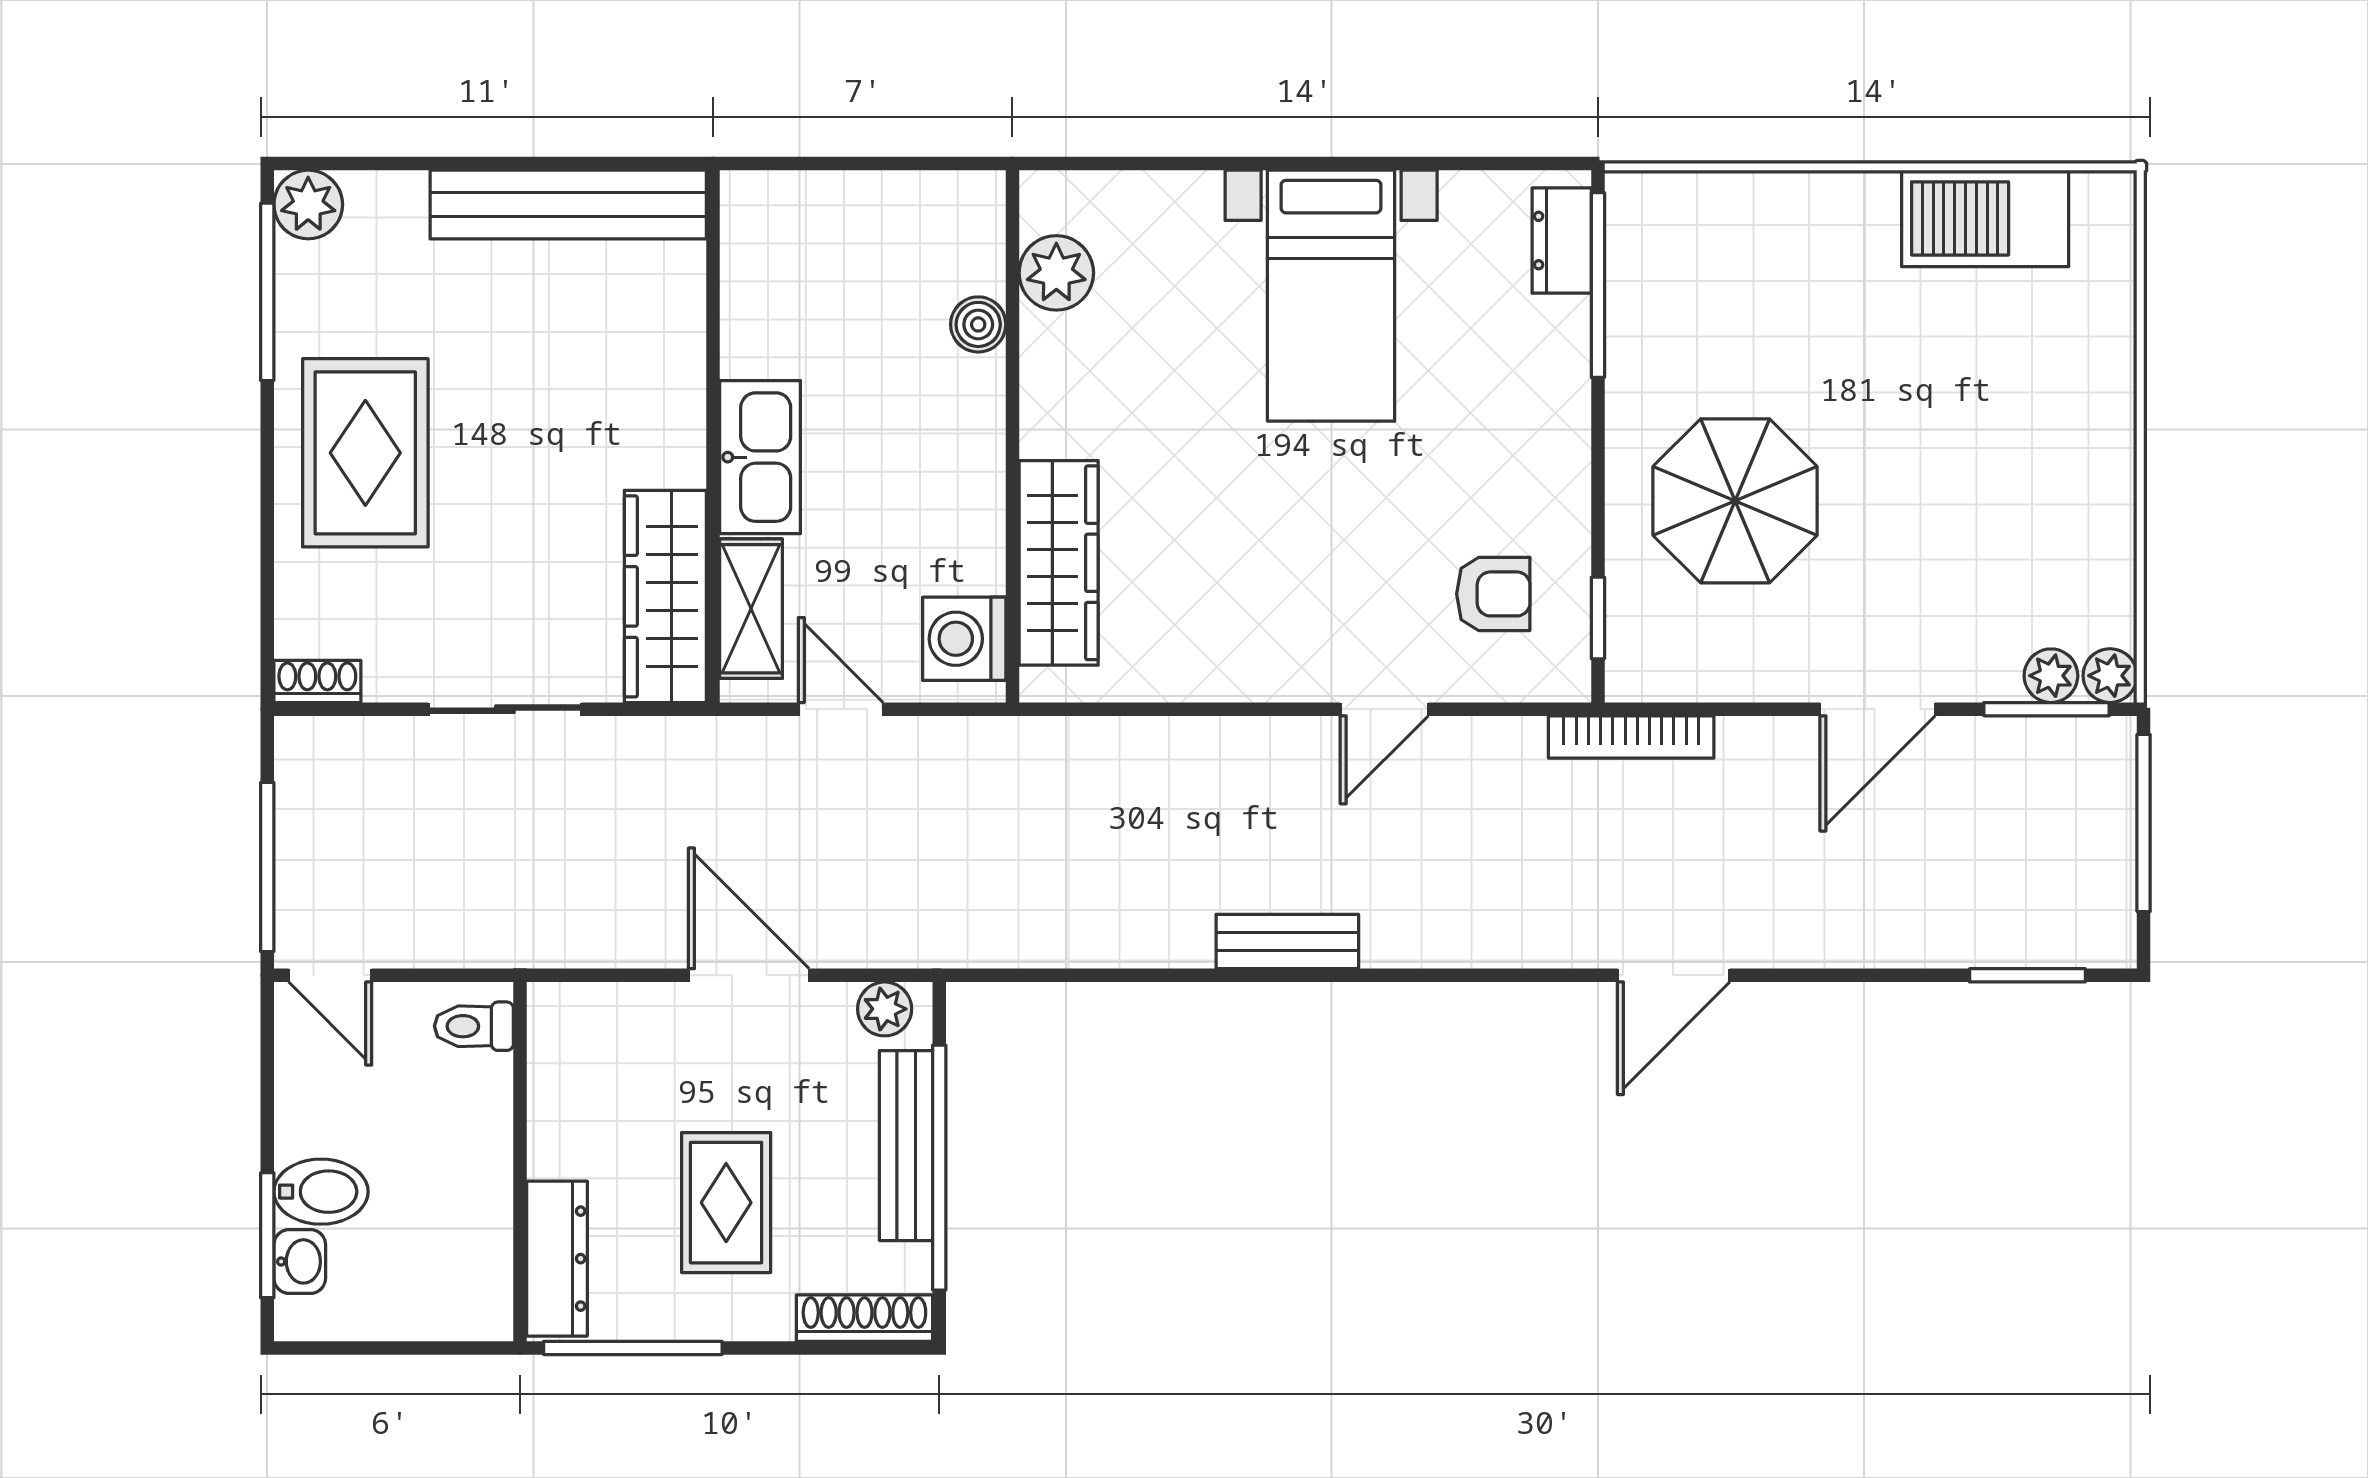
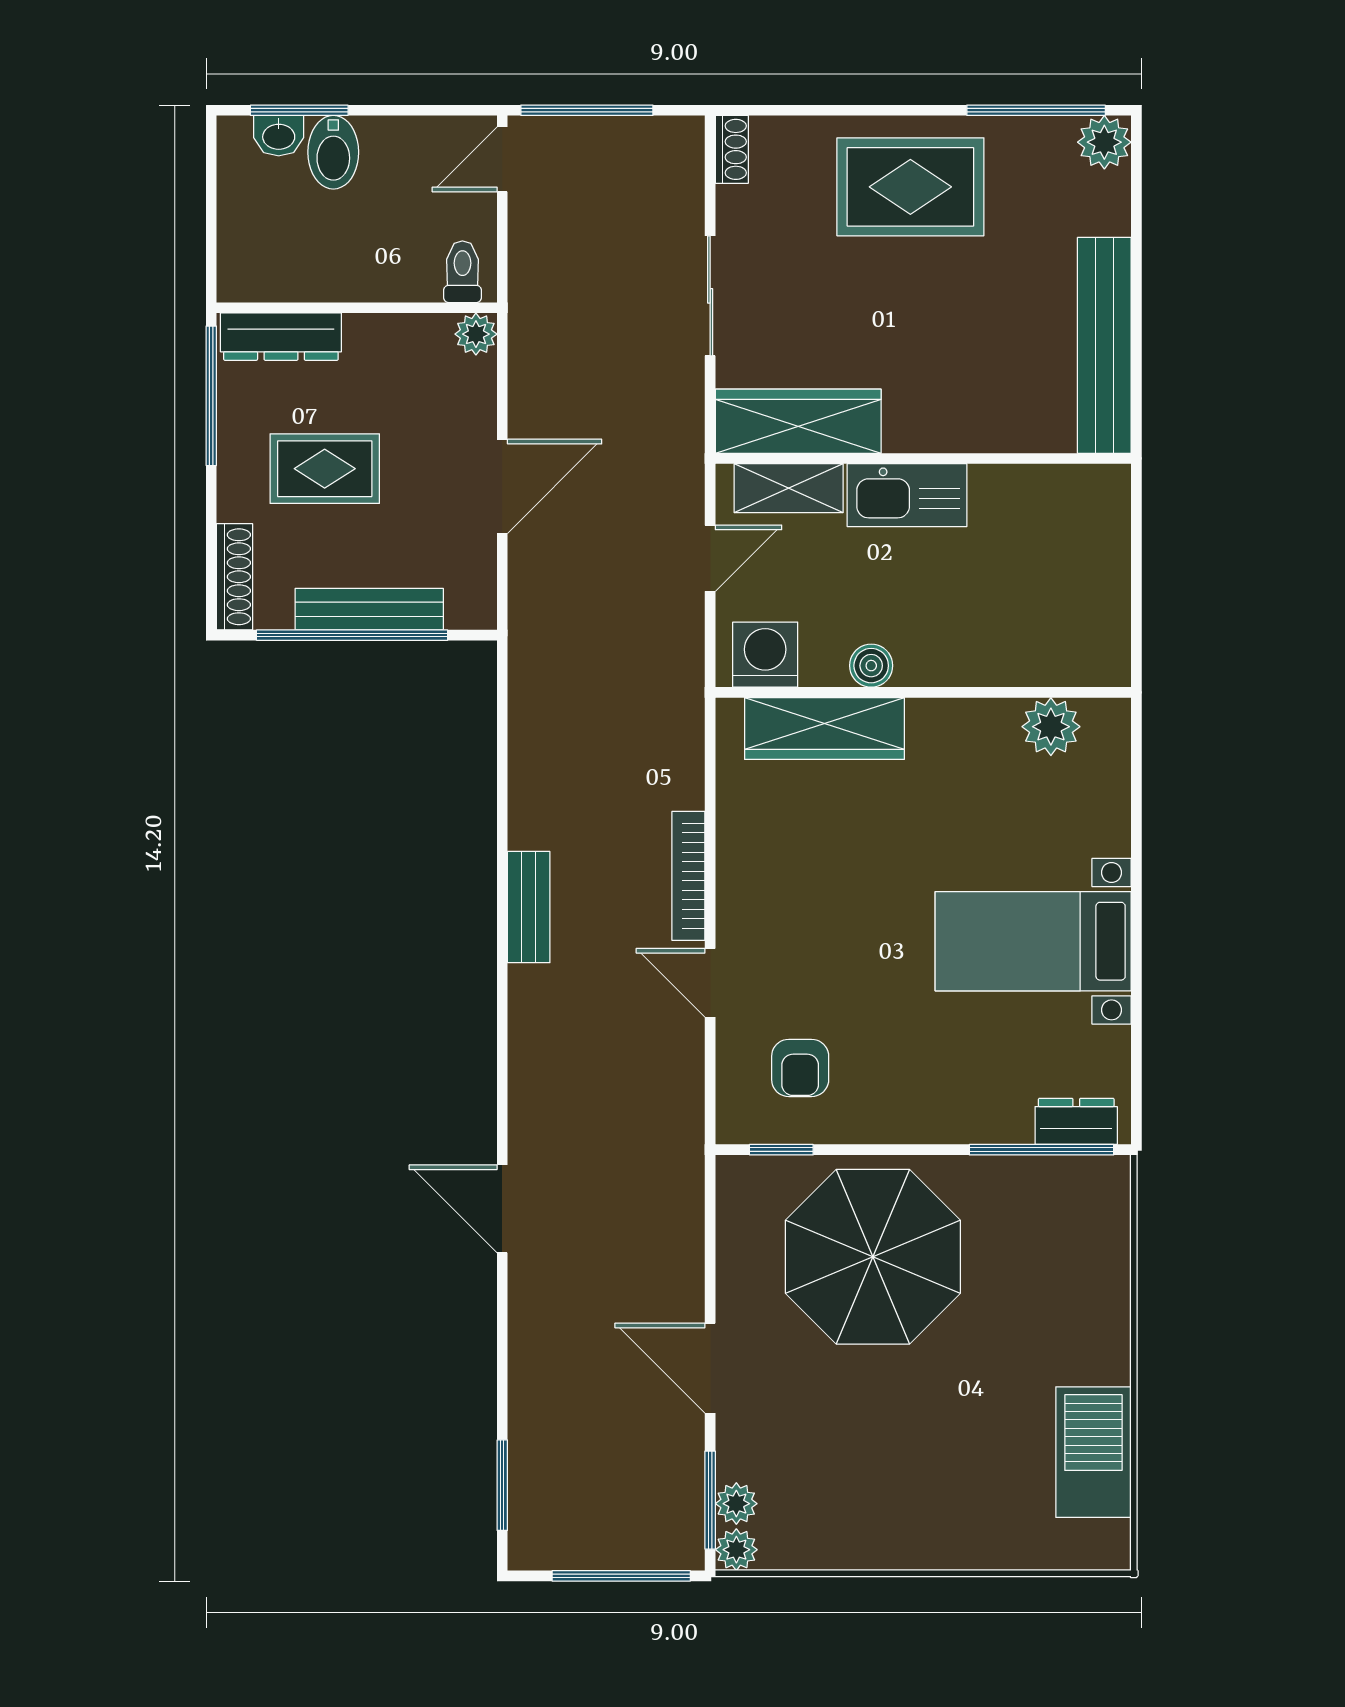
boiler: (978, 324) -> (871, 666), moved
parasol: (1735, 501) -> (873, 1257), width x1.36, depth x1.36
bookcase: (1631, 737) -> (688, 876), moved
plant: (885, 1009) -> (476, 334), moved

